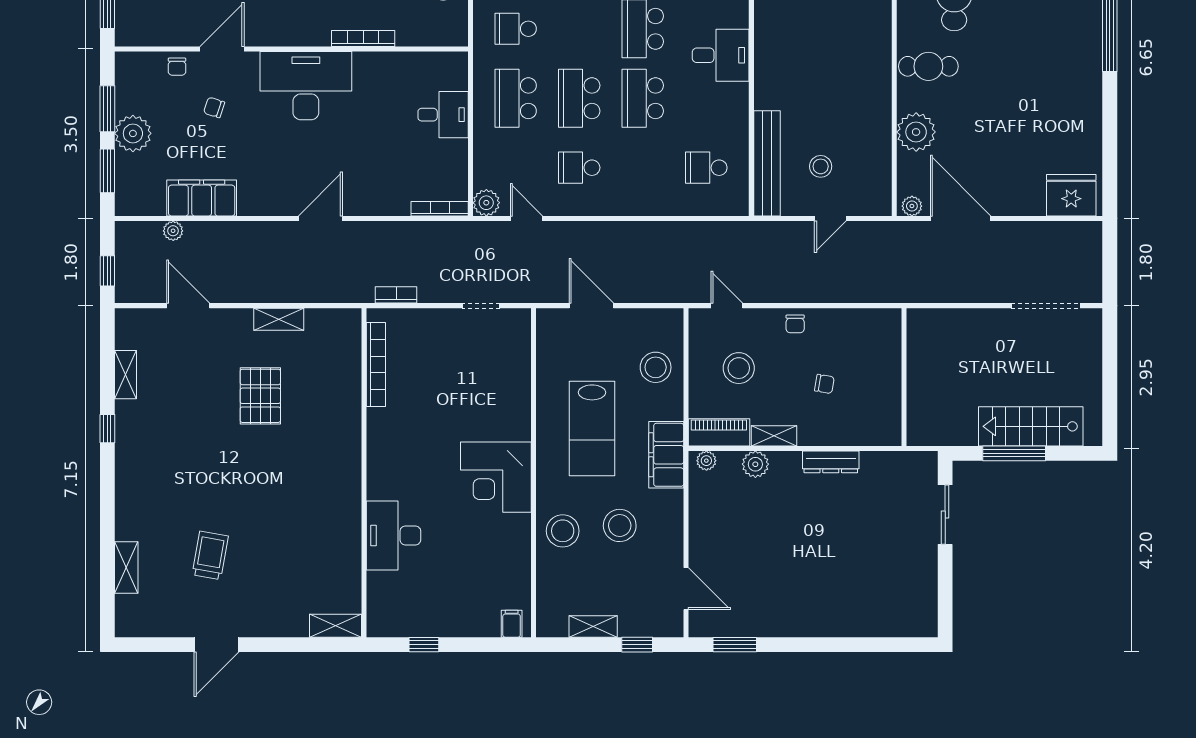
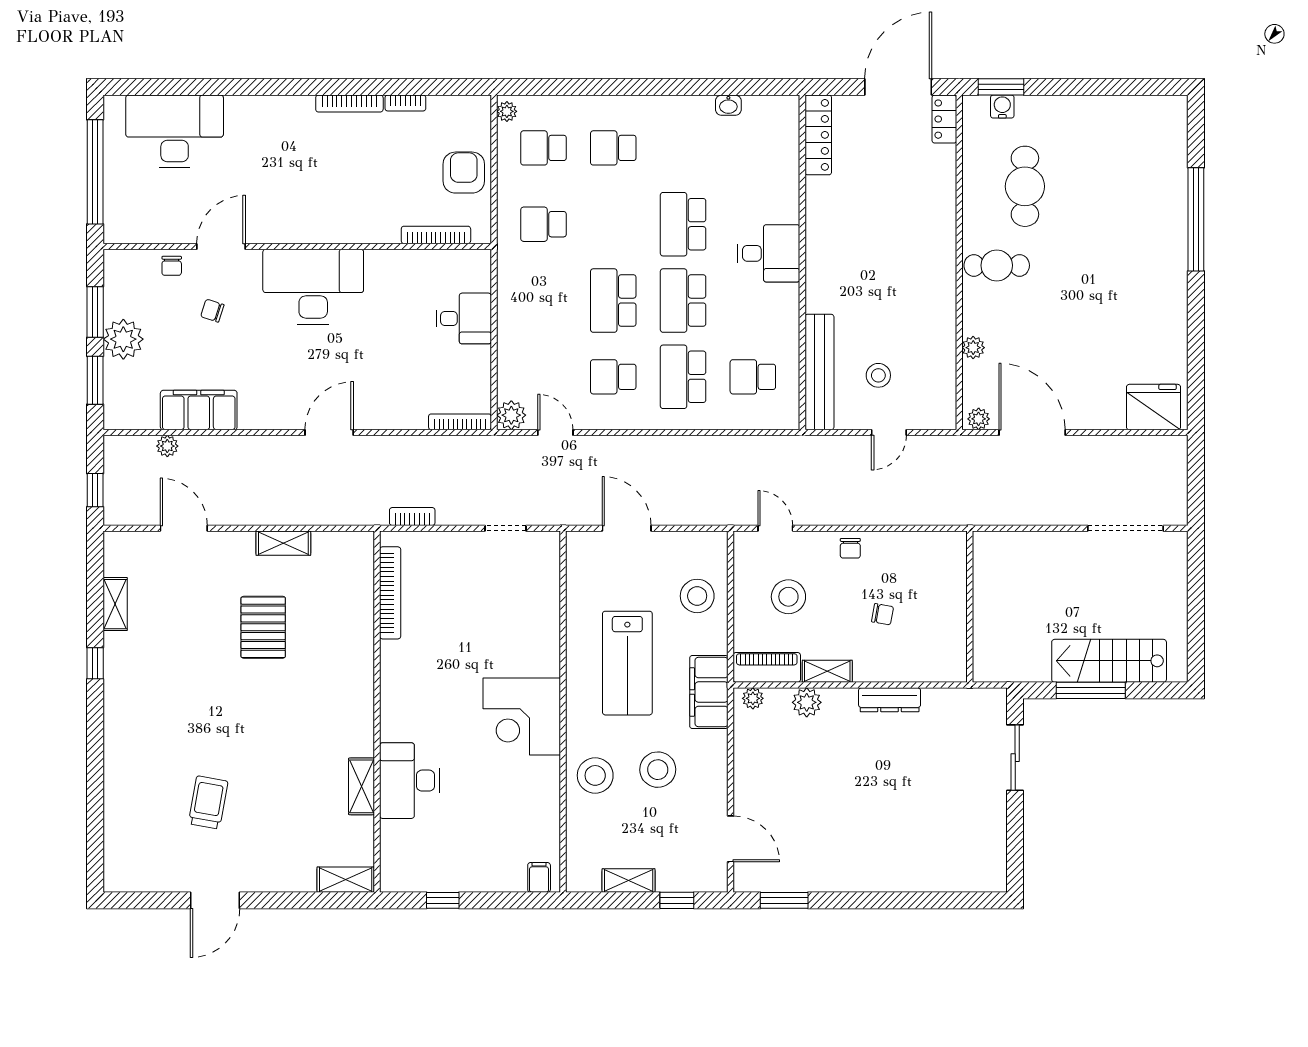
bookcase: (363, 38) -> (436, 235), moved
school desk: (516, 98) -> (683, 377), moved
plant: (916, 132) -> (973, 348), width x0.53, depth x0.53
shelving: (126, 568) -> (362, 786), moved

